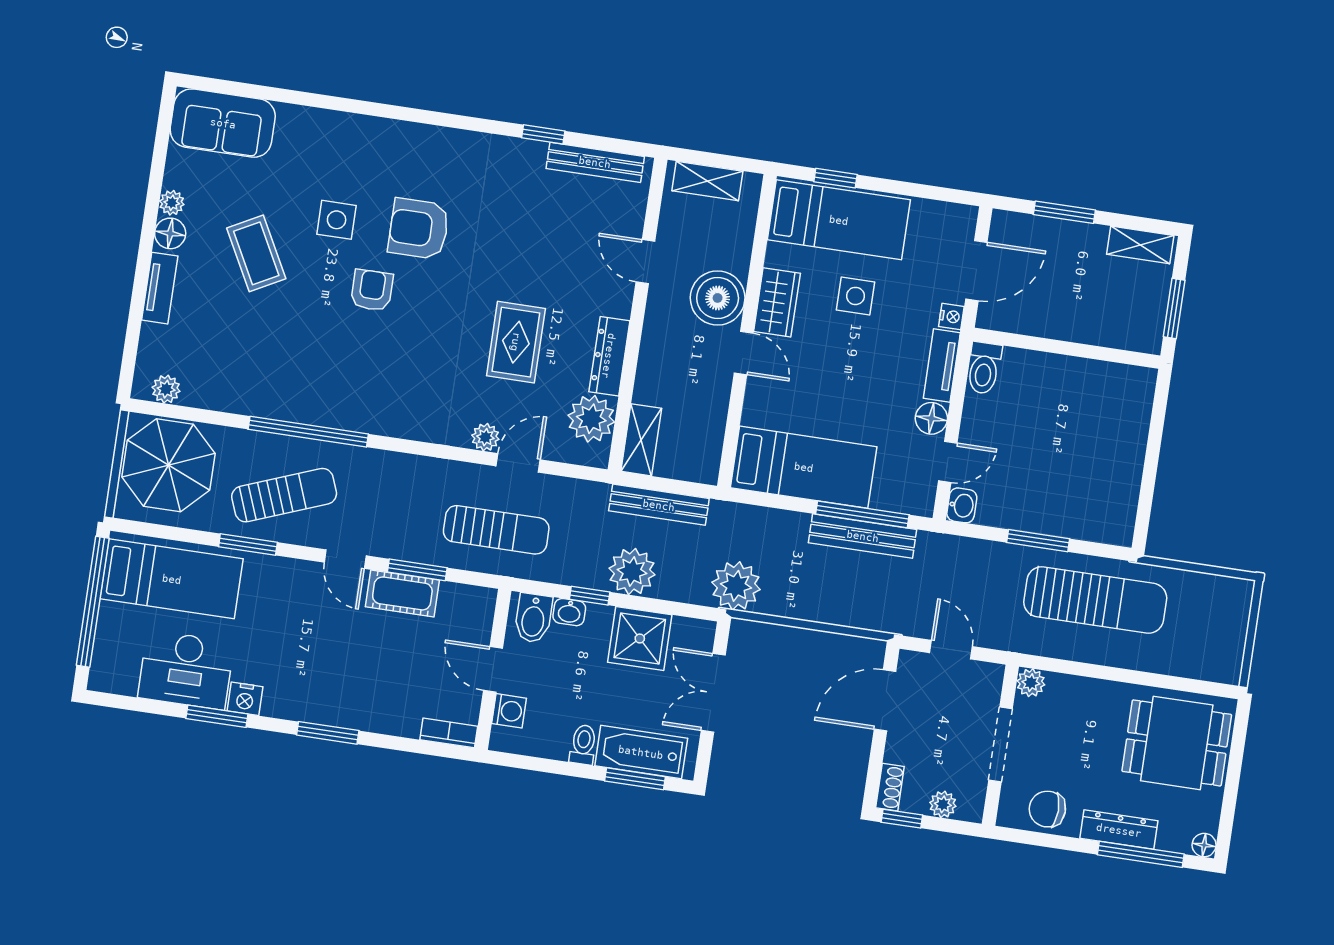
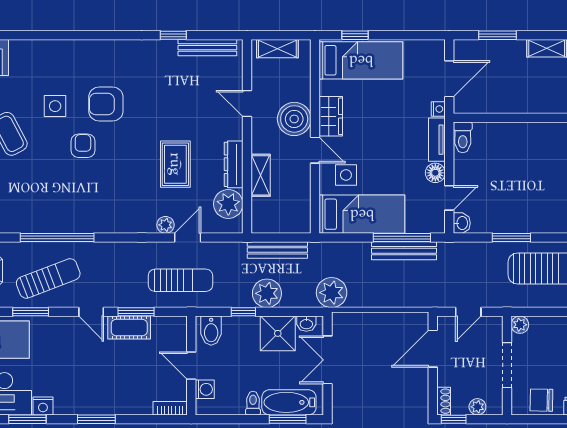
side table: (855, 296) -> (346, 175), moved
shelving: (641, 440) -> (261, 175), moved
washbasin: (569, 612) -> (306, 324), moved
door: (951, 650) -> (468, 312), swing flipped

